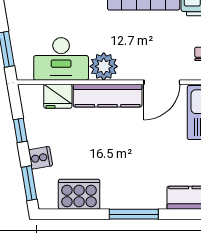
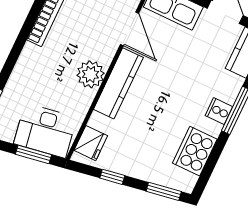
desk: (61, 59) -> (45, 131), moved, turned 80
fridge: (58, 96) -> (91, 143), moved
cooker: (40, 158) -> (219, 111), moved, turned -80

